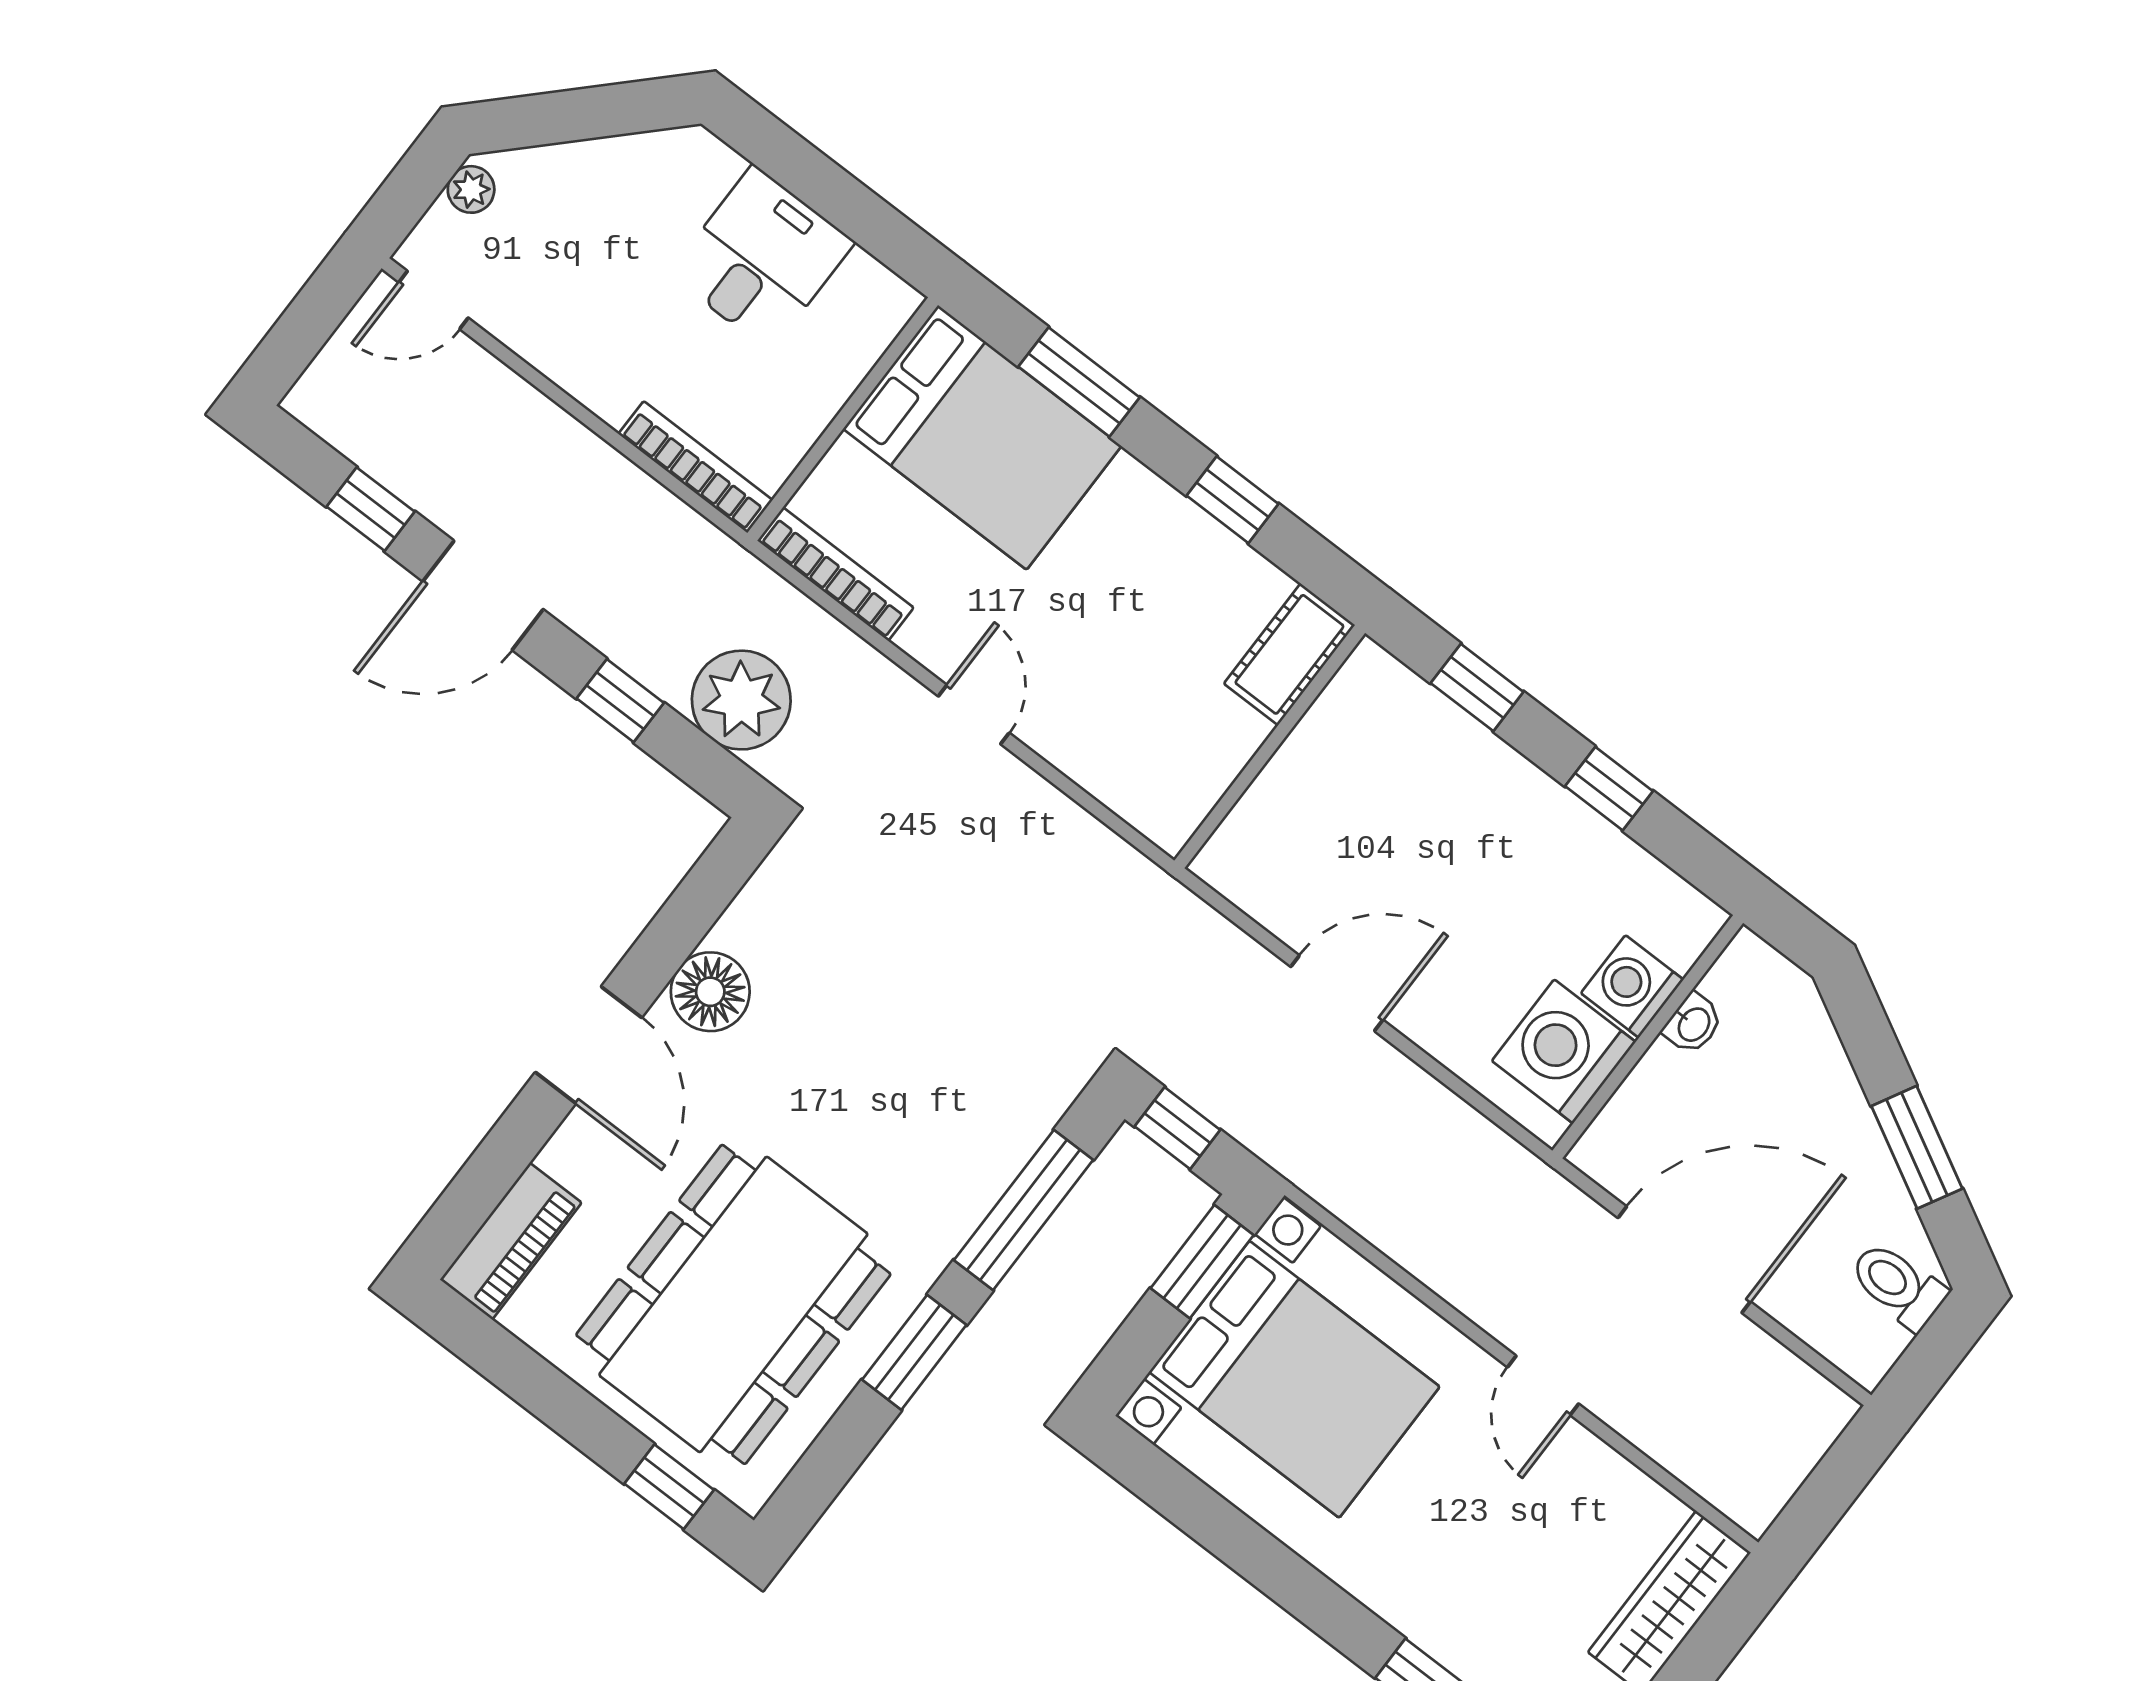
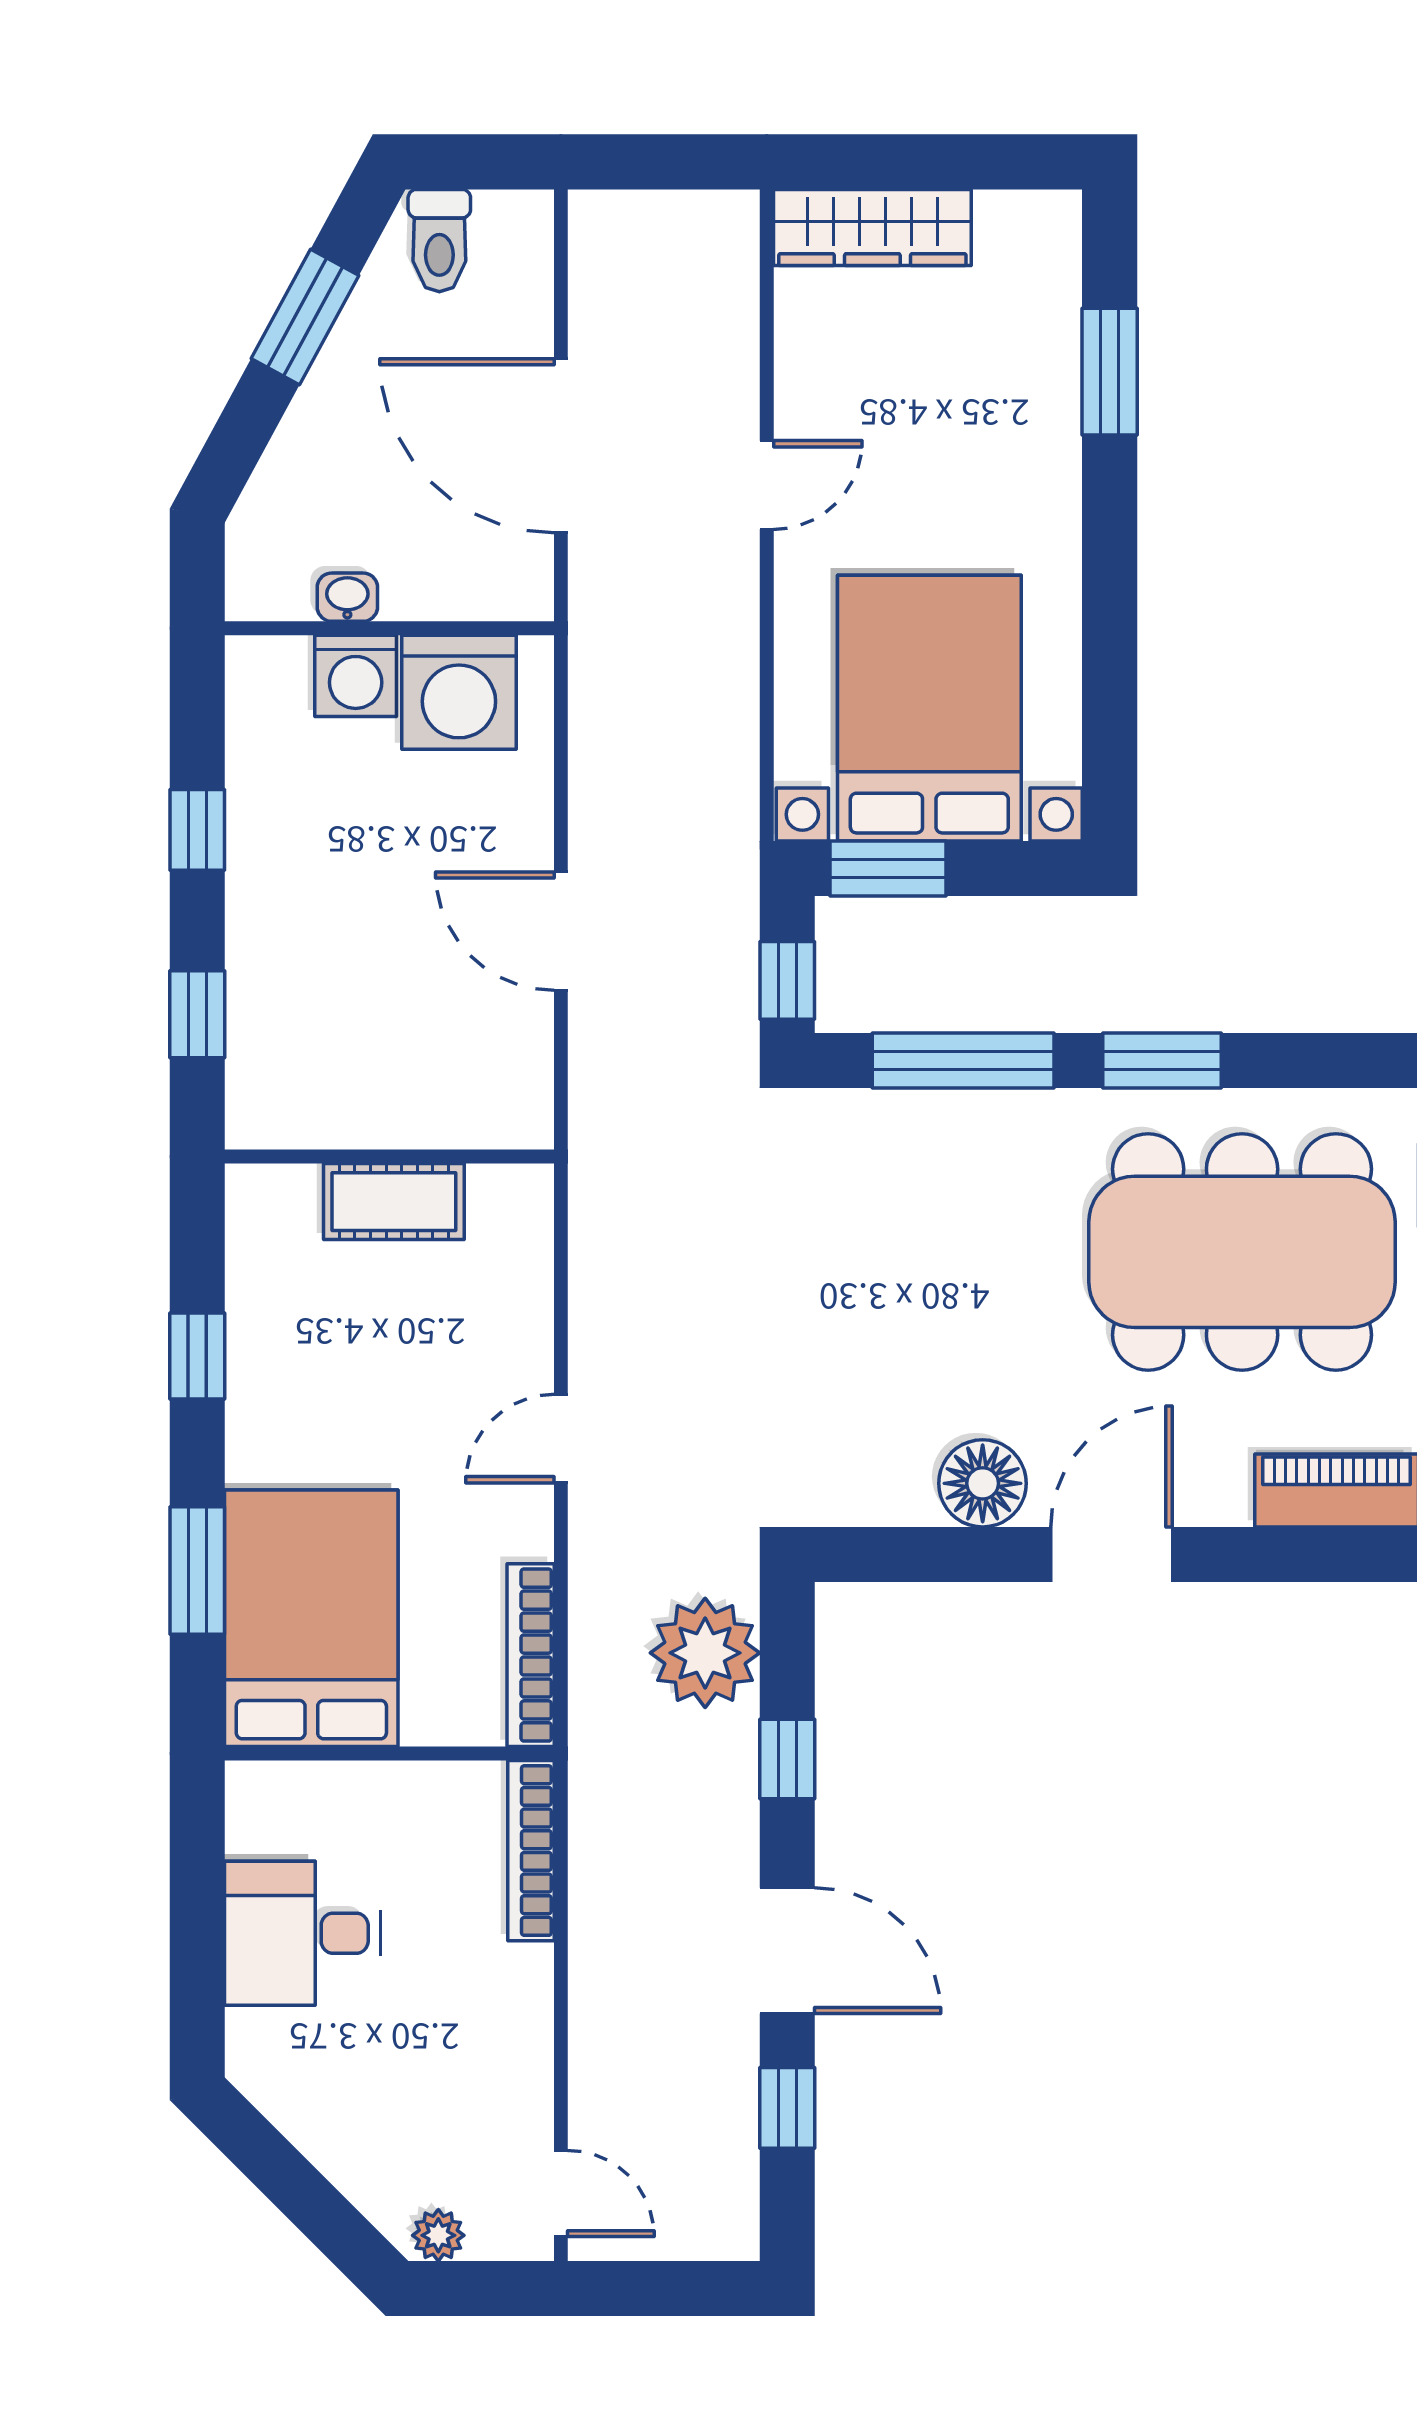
cot: (1289, 654) -> (394, 1202), moved

